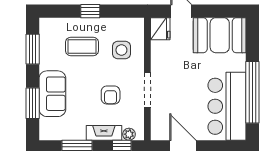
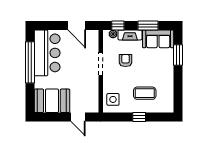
fridge: (160, 29) -> (92, 105), removed
window: (33, 49) -> (178, 91), removed
side table: (121, 50) -> (113, 99), moved
sofa: (52, 94) -> (158, 39), moved, turned -90

